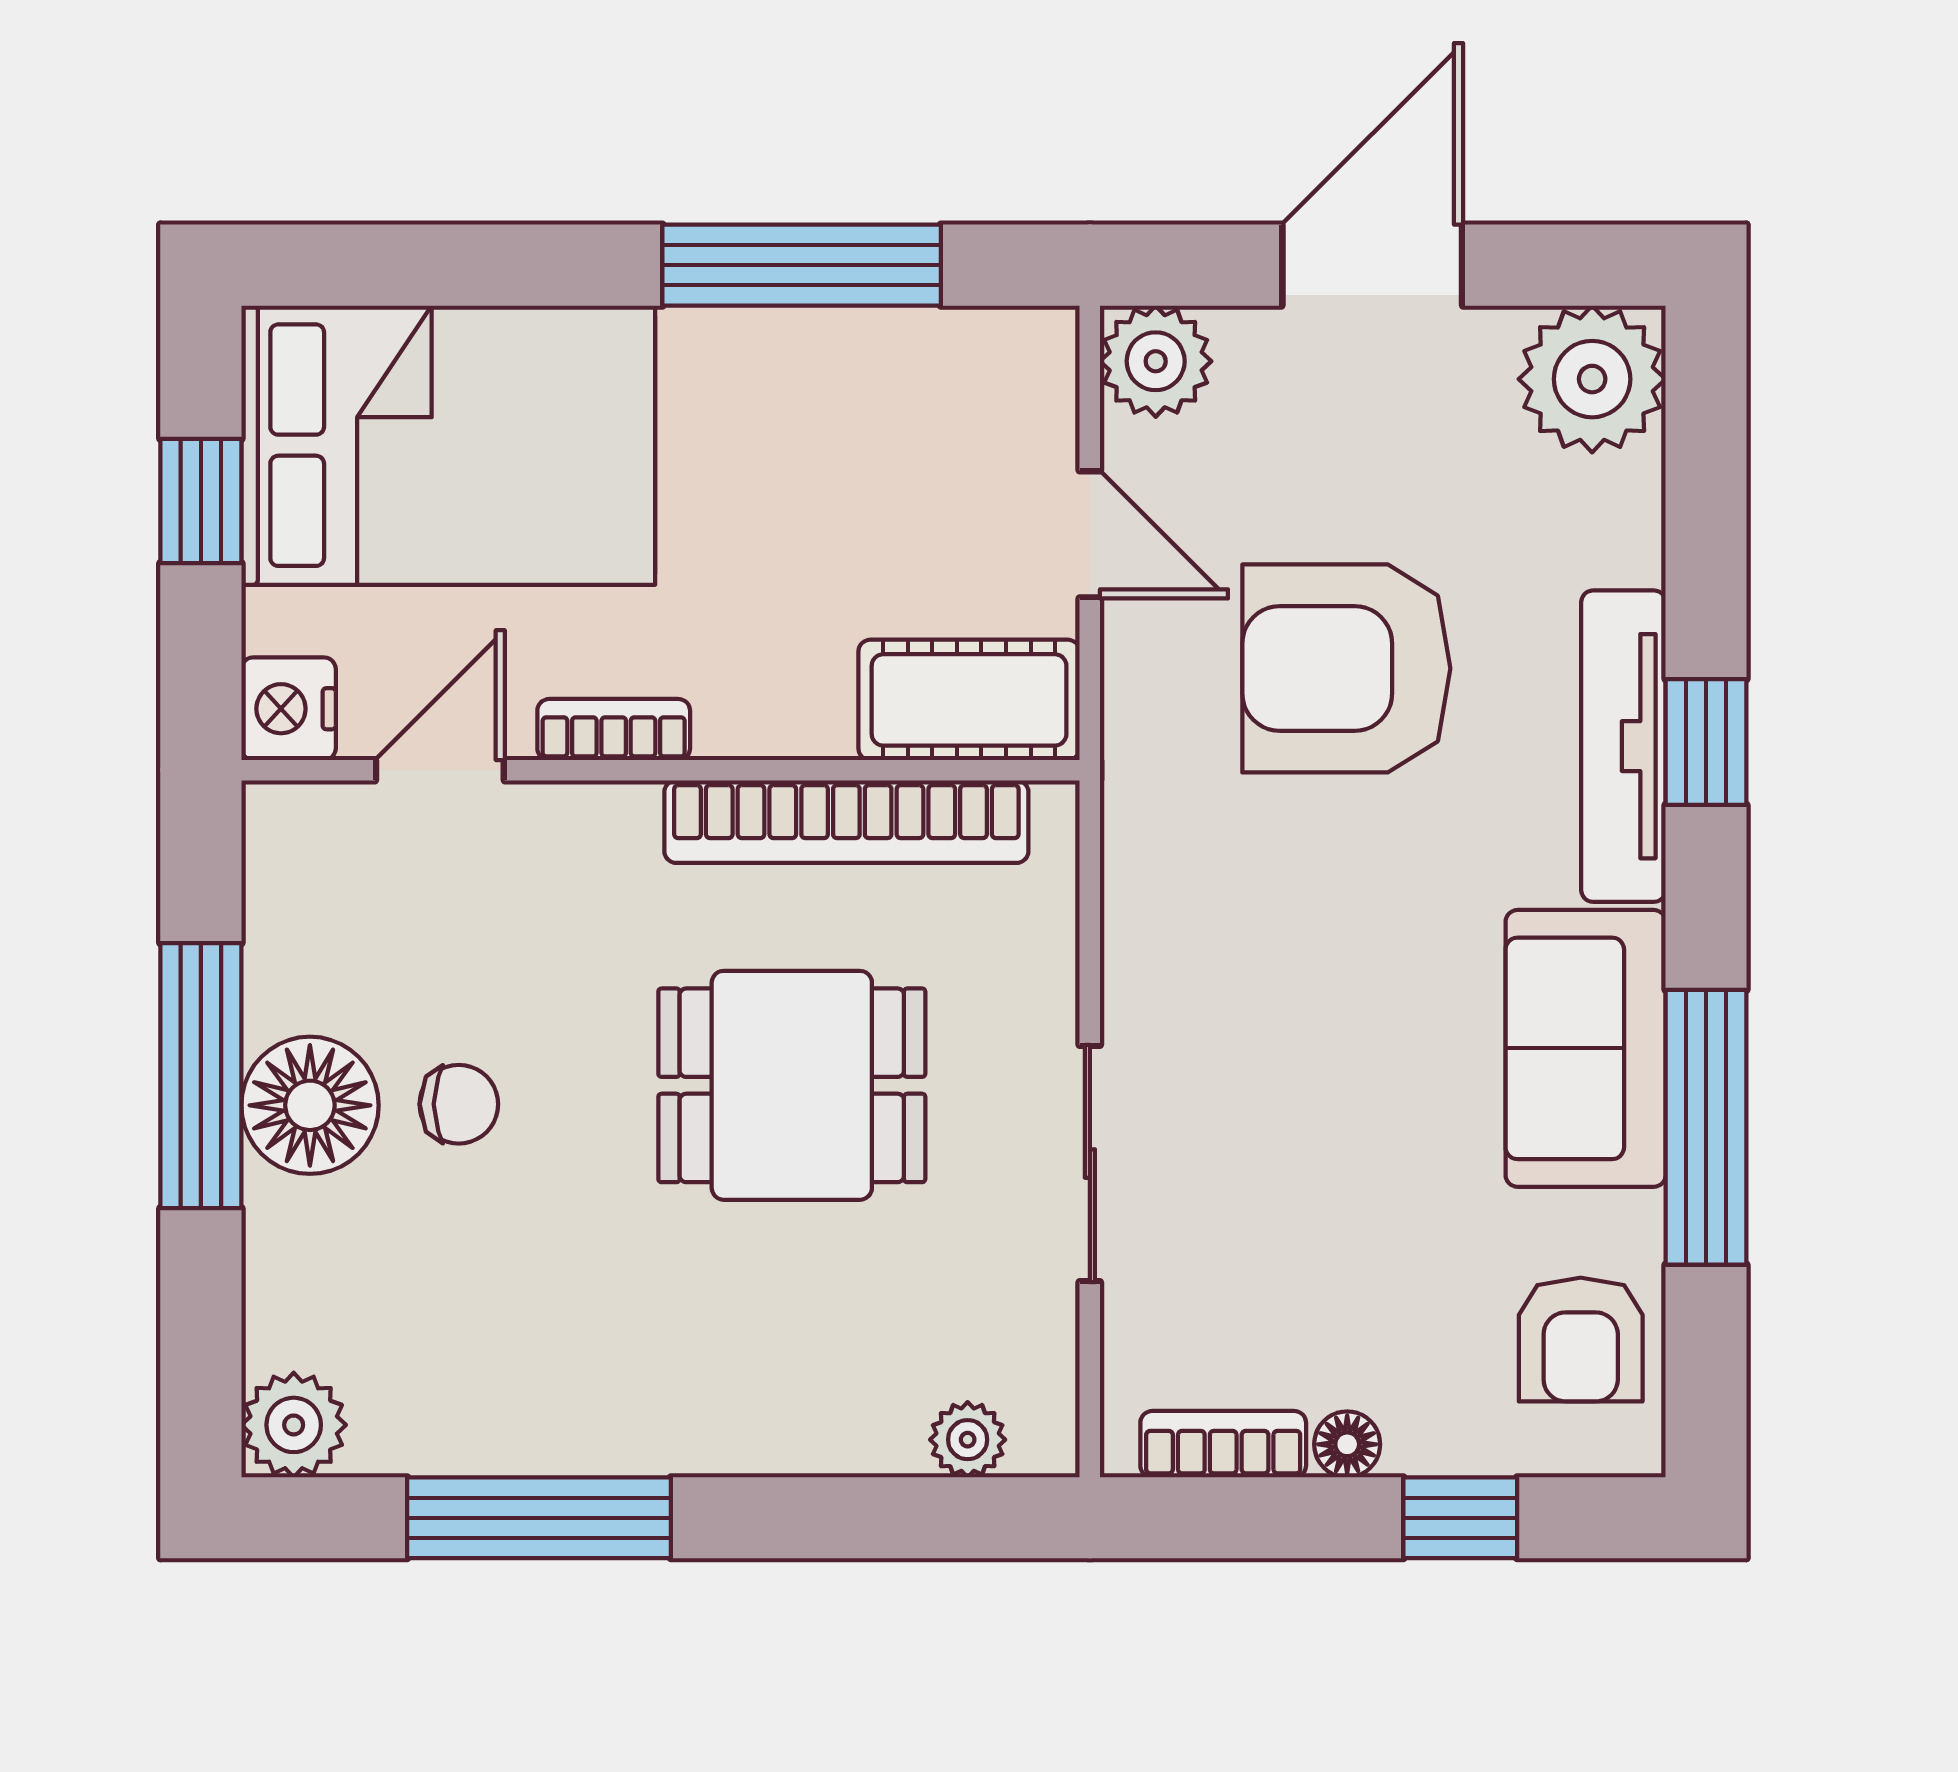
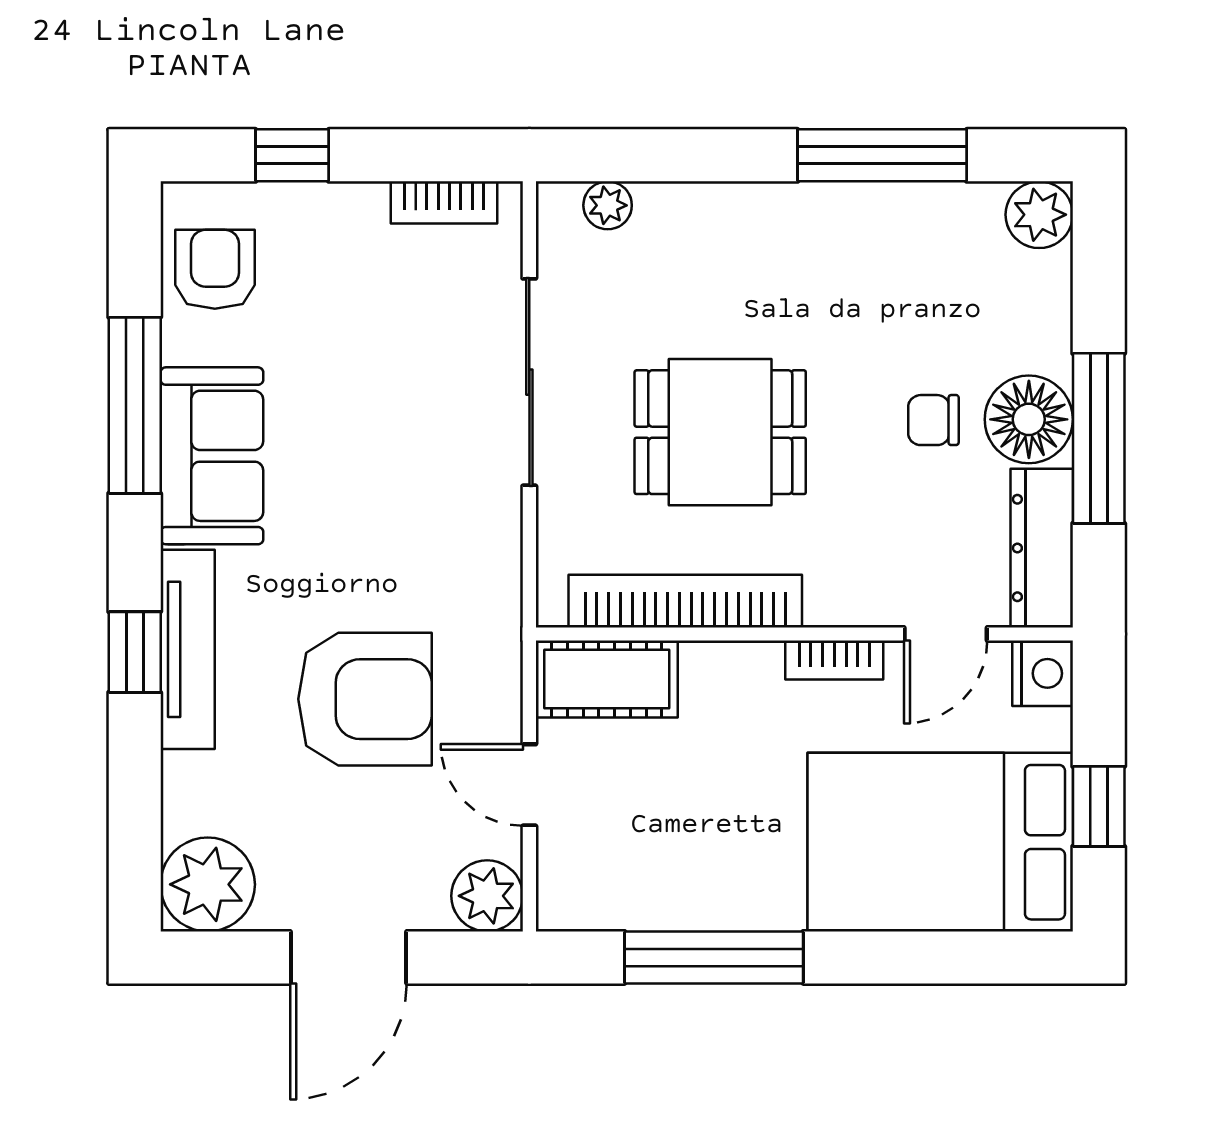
dresser: (290, 904) -> (1042, 548), added
sliding door: (1090, 1164) -> (529, 382), width x1.37
floor lamp: (1347, 1444) -> (365, 202), removed

